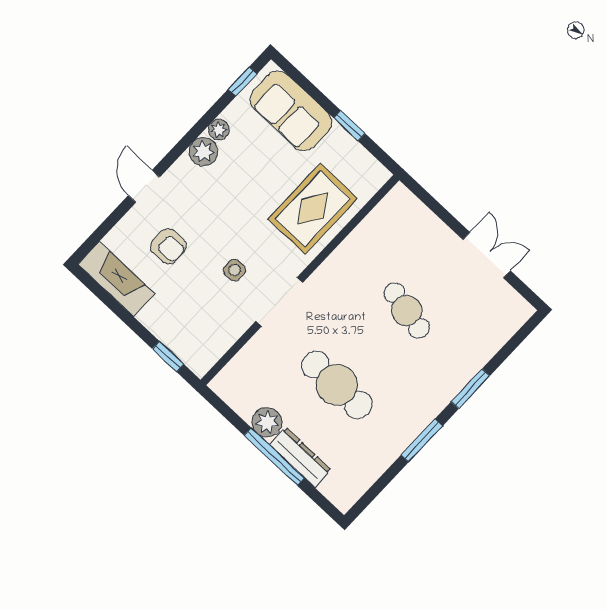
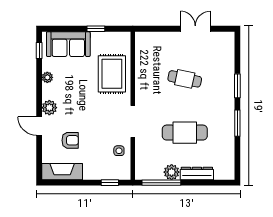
plant: (203, 152) -> (49, 108), moved
side table: (235, 270) -> (119, 151), moved
window: (274, 457) -> (161, 183), moved

